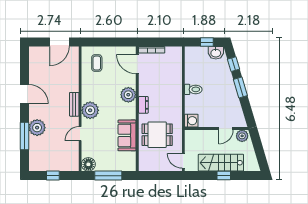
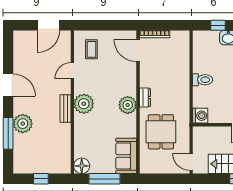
plant: (128, 95) -> (128, 105), moved
bench: (74, 104) -> (66, 109), moved
door: (80, 134) -> (72, 71), moved
sofa: (127, 135) -> (126, 156), moved
dining table: (157, 135) -> (161, 132), turned 90

